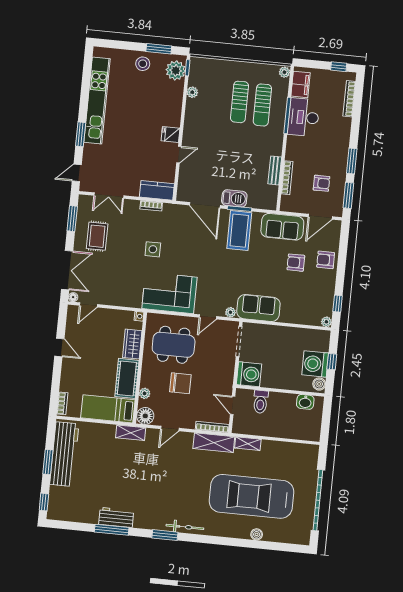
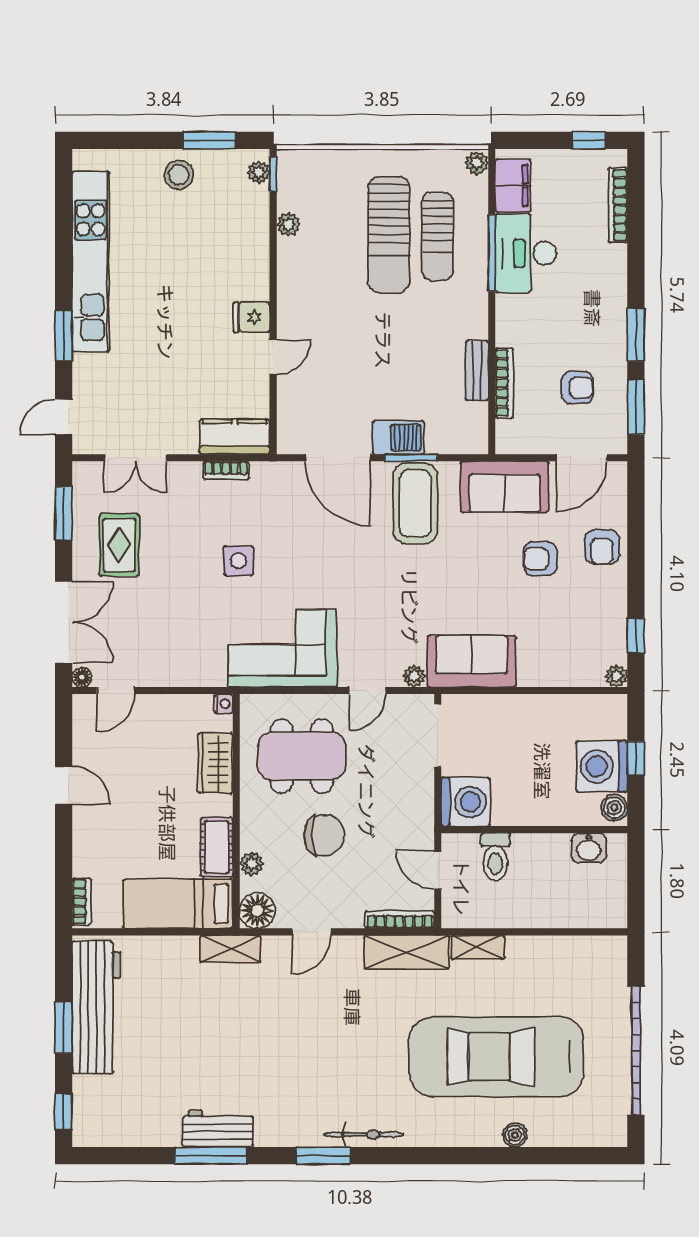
plant: (176, 70) -> (259, 172), width x0.53, depth x0.53
sun lounger: (239, 102) -> (389, 235), width x1.36, depth x1.34
armchair: (326, 260) -> (602, 547), turned -90
cot: (127, 378) -> (217, 847), width x0.73, depth x0.75

